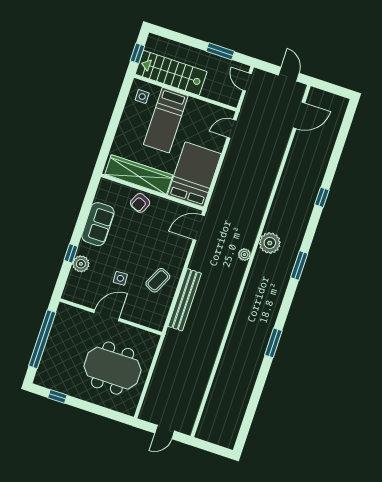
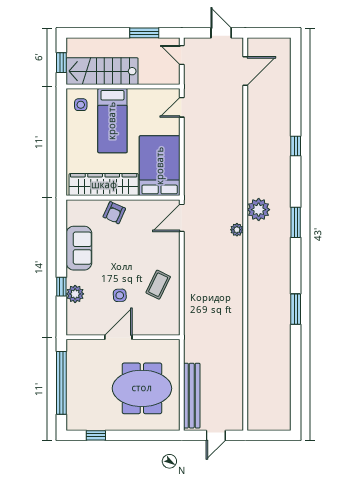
bench: (185, 300) -> (192, 396), moved

